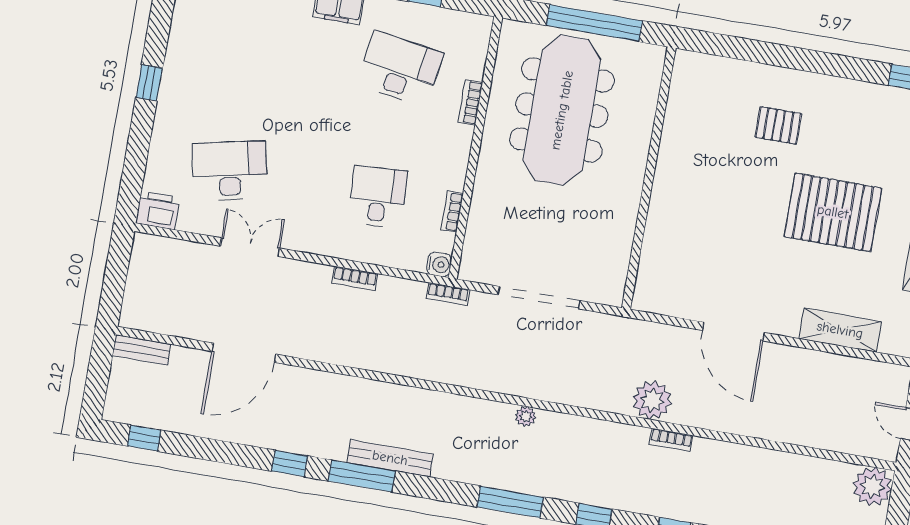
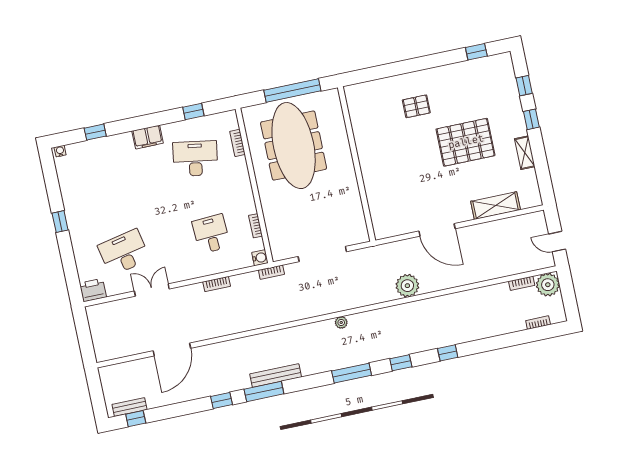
bookcase: (470, 102) -> (238, 143), moved
bench: (142, 350) -> (129, 407), moved
bookcase: (671, 440) -> (522, 283), moved

